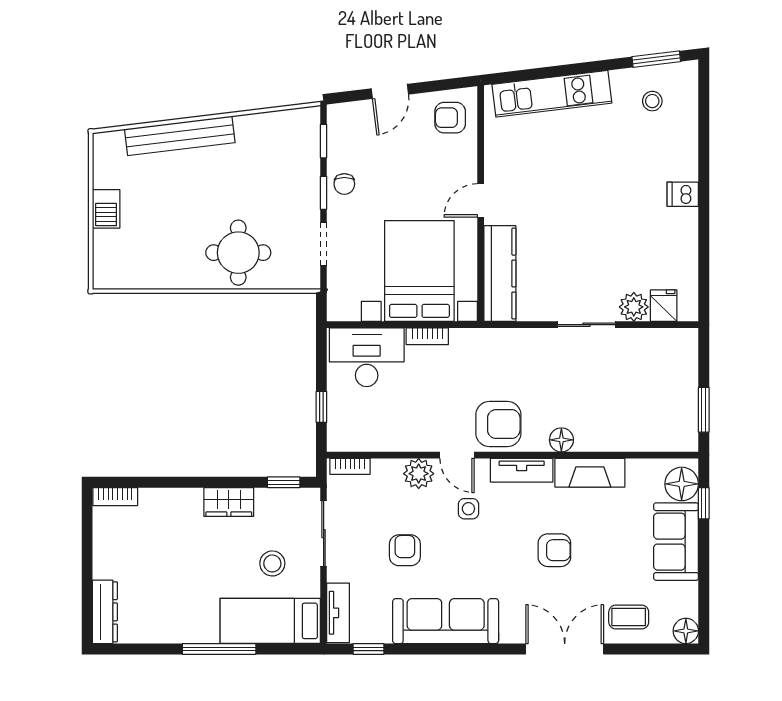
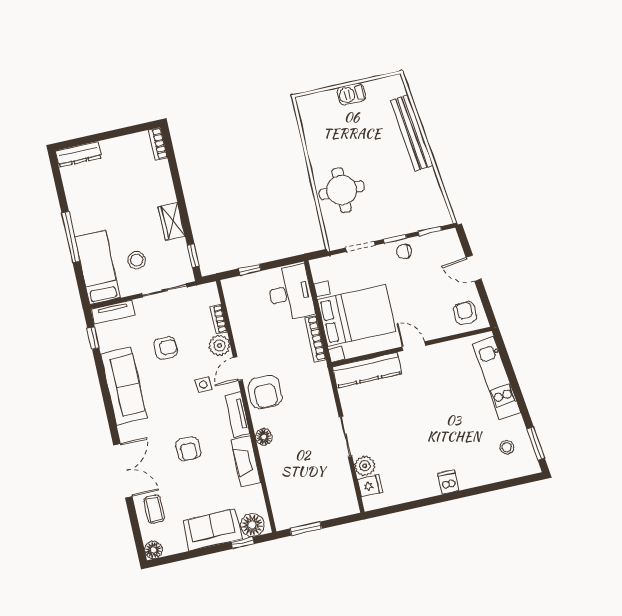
bookcase: (427, 336) -> (315, 339), width x1.56
bookcase: (350, 466) -> (219, 319), moved

